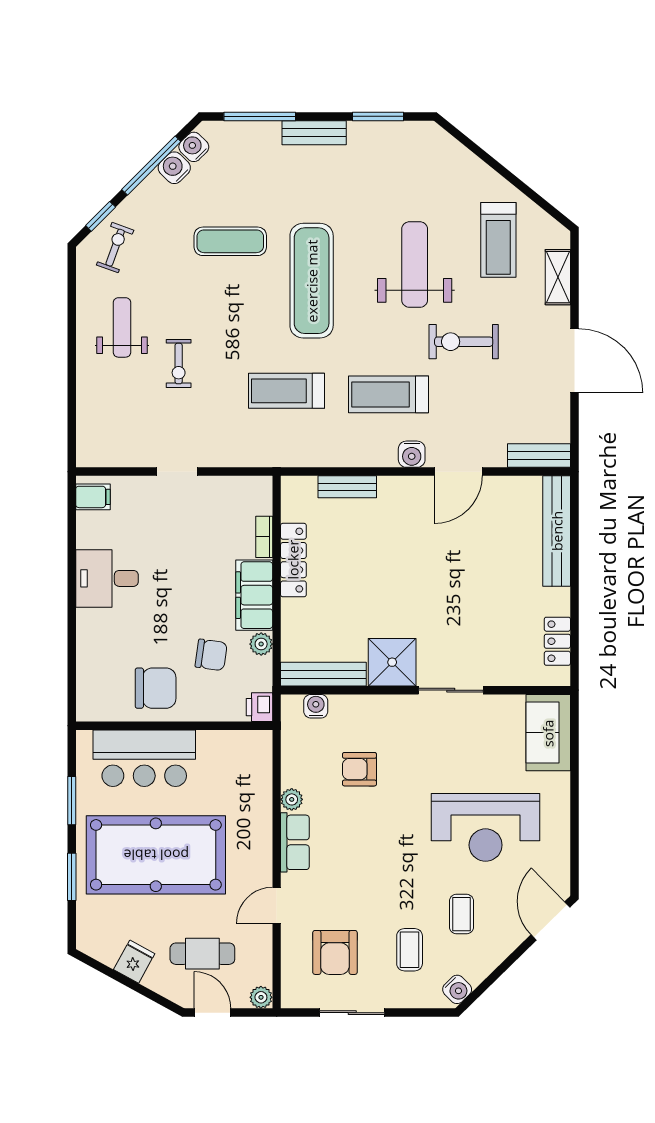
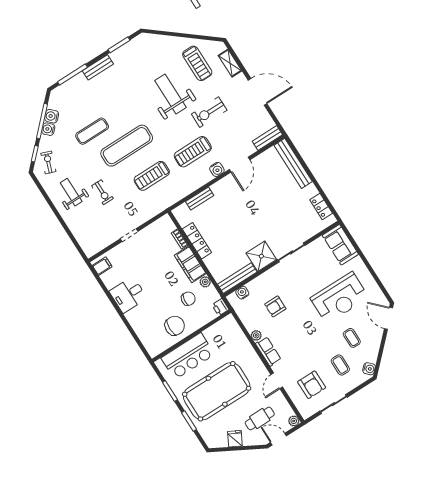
water cooler: (194, 147) -> (48, 129), moved
exercise mat: (312, 281) -> (127, 146), moved, turned 90

